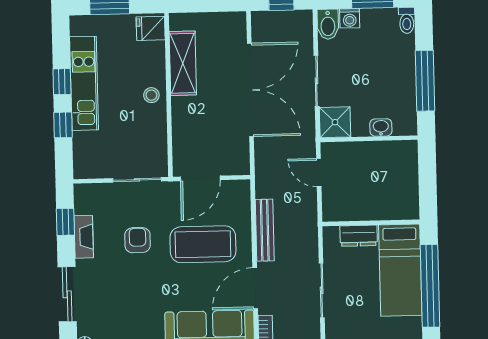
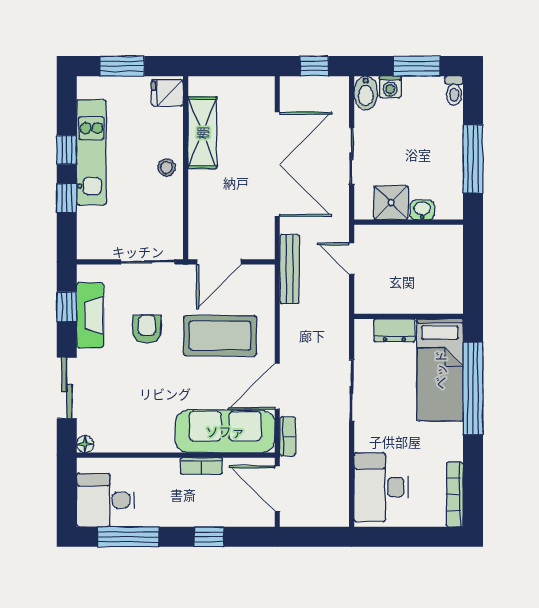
shower: (335, 122) -> (391, 203), moved
bench: (265, 230) -> (289, 269), moved
fireplace: (84, 237) -> (90, 315), width x1.37, depth x1.32

